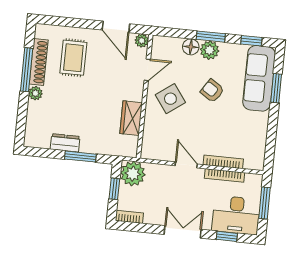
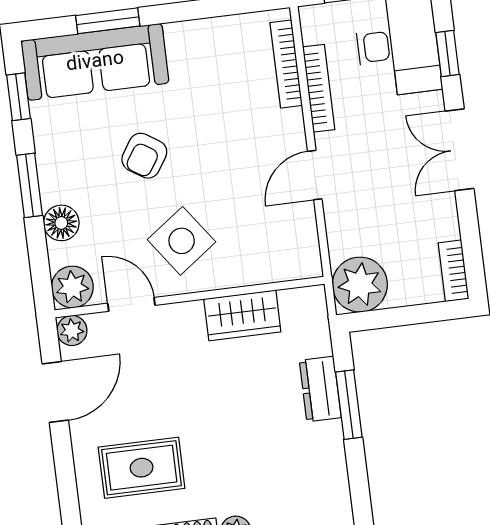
plant: (210, 50) -> (72, 287), moved
dresser: (65, 143) -> (320, 389), moved
bookcase: (223, 162) -> (286, 64), moved
window: (114, 189) -> (401, 316), removed

